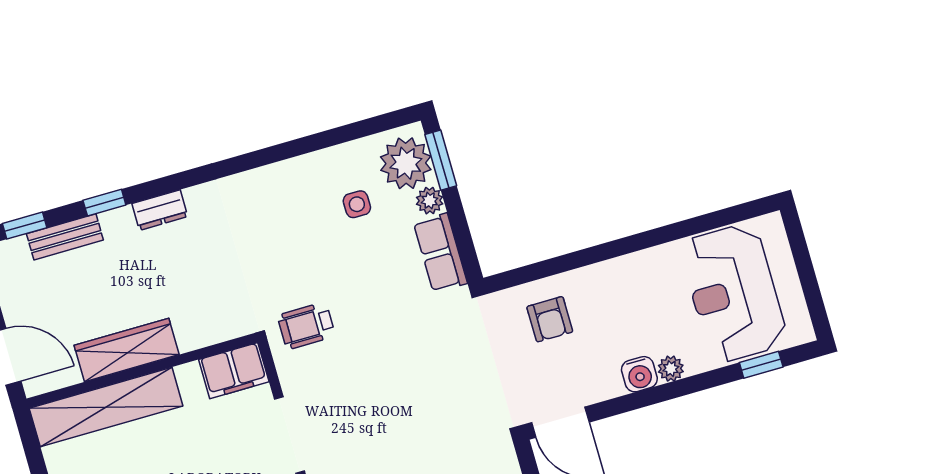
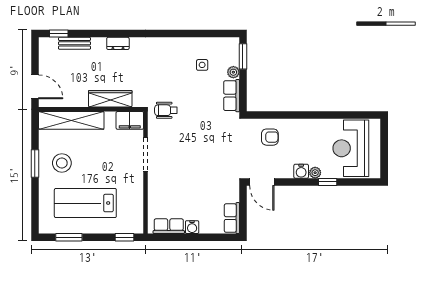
plant: (406, 163) -> (228, 53), removed
window: (104, 203) -> (95, 34), removed
armchair: (550, 319) -> (270, 137), turned -90
wardrobe: (127, 350) -> (110, 99), moved
window: (761, 365) -> (328, 182), moved

